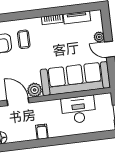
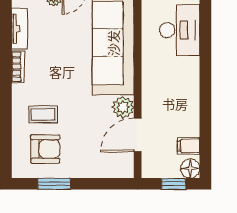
desk: (79, 110) -> (180, 30), moved, turned 180
filing cabinet: (42, 132) -> (189, 146), moved

